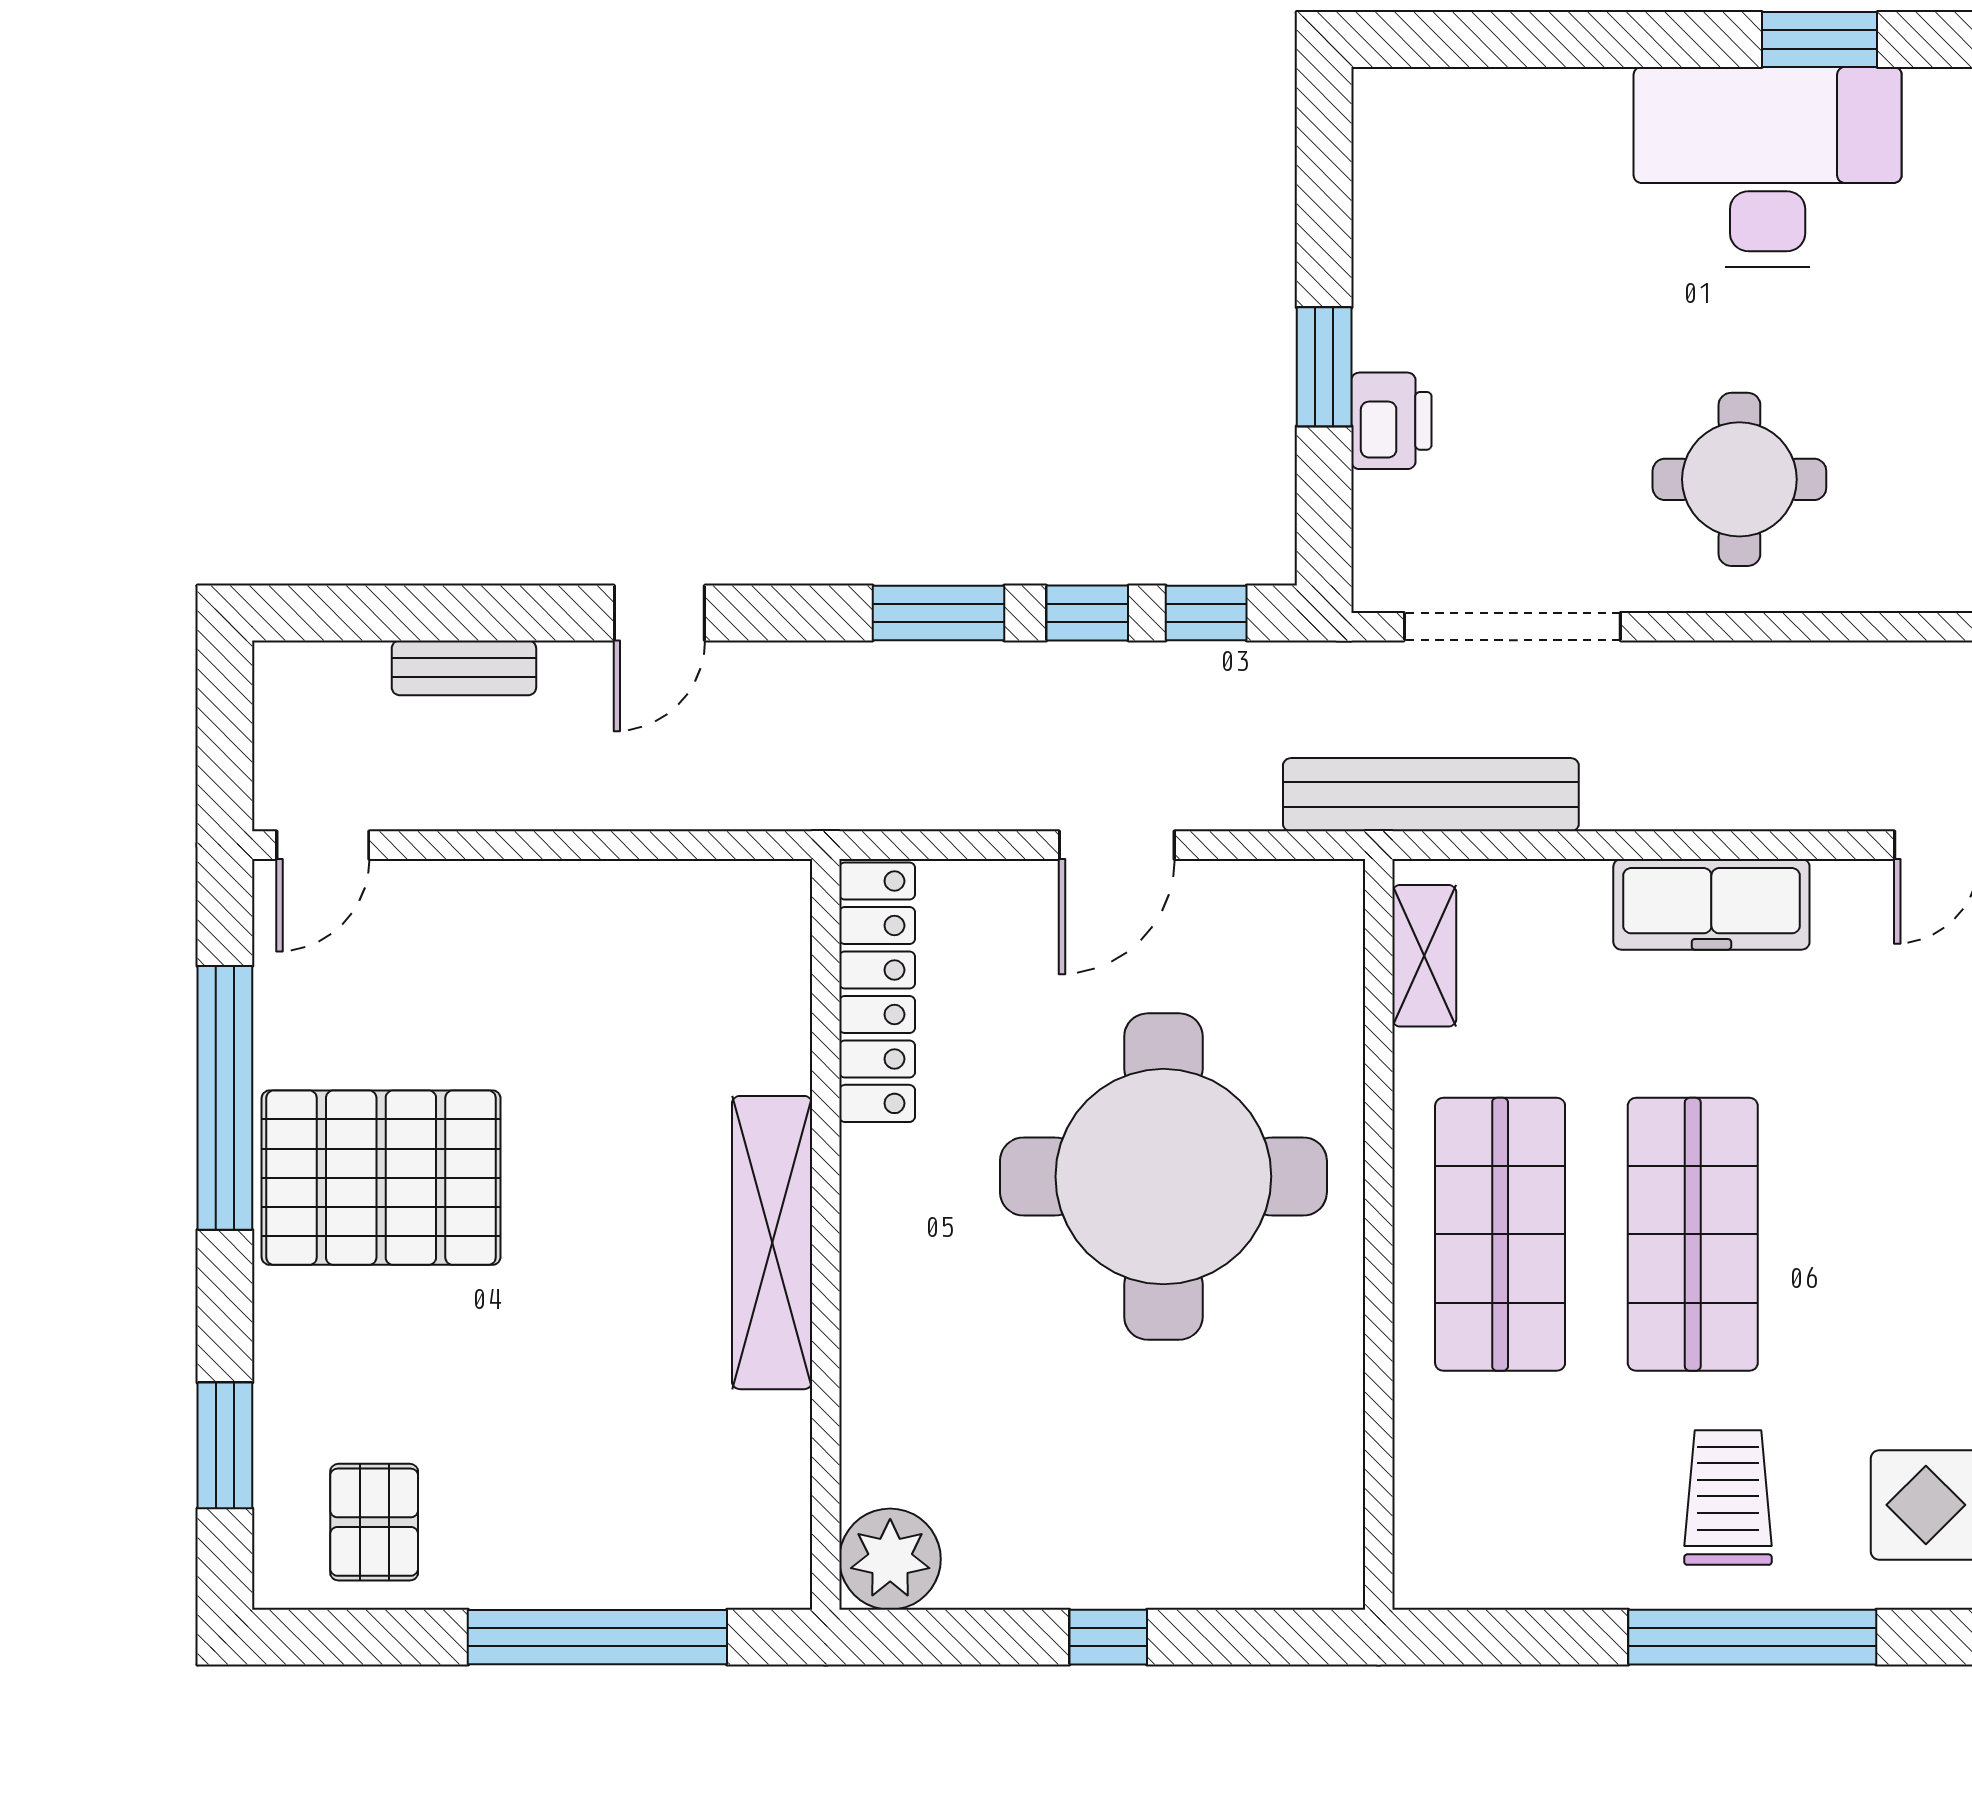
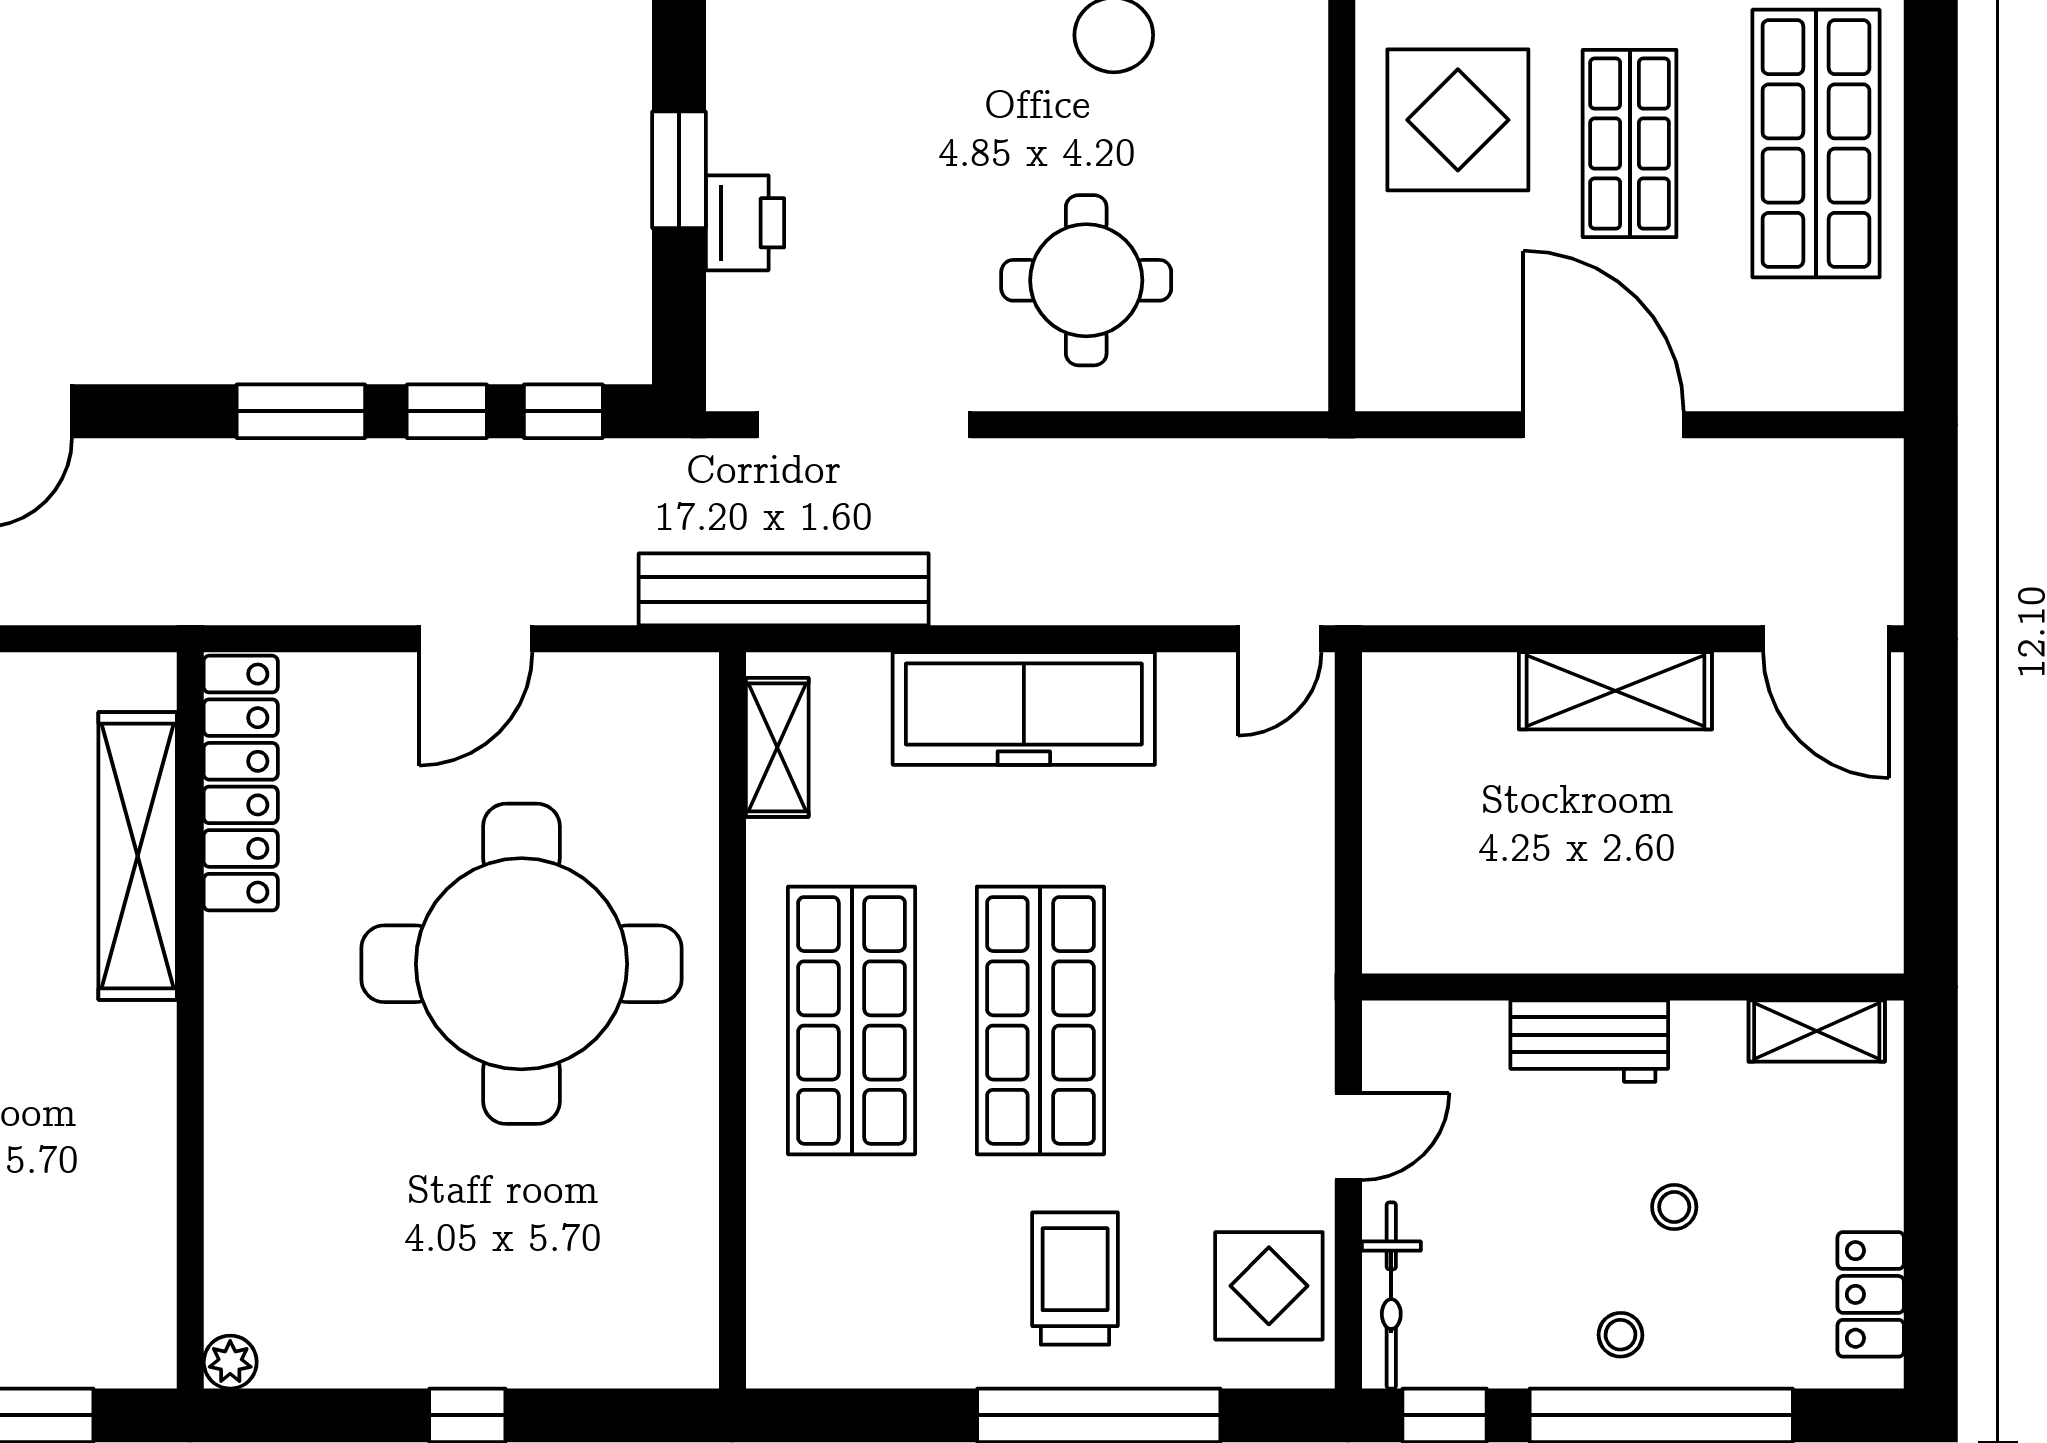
freezer: (1711, 904) -> (1024, 709), width x1.36, depth x1.26
shelving: (772, 1243) -> (138, 856), moved
plant: (890, 1559) -> (230, 1362), width x0.53, depth x0.53

